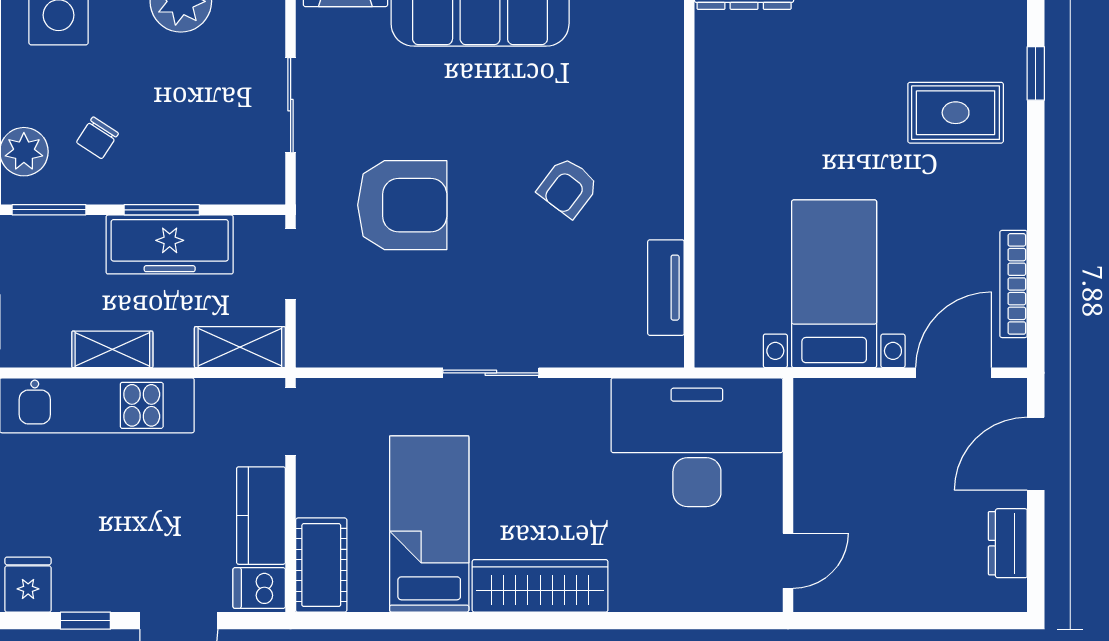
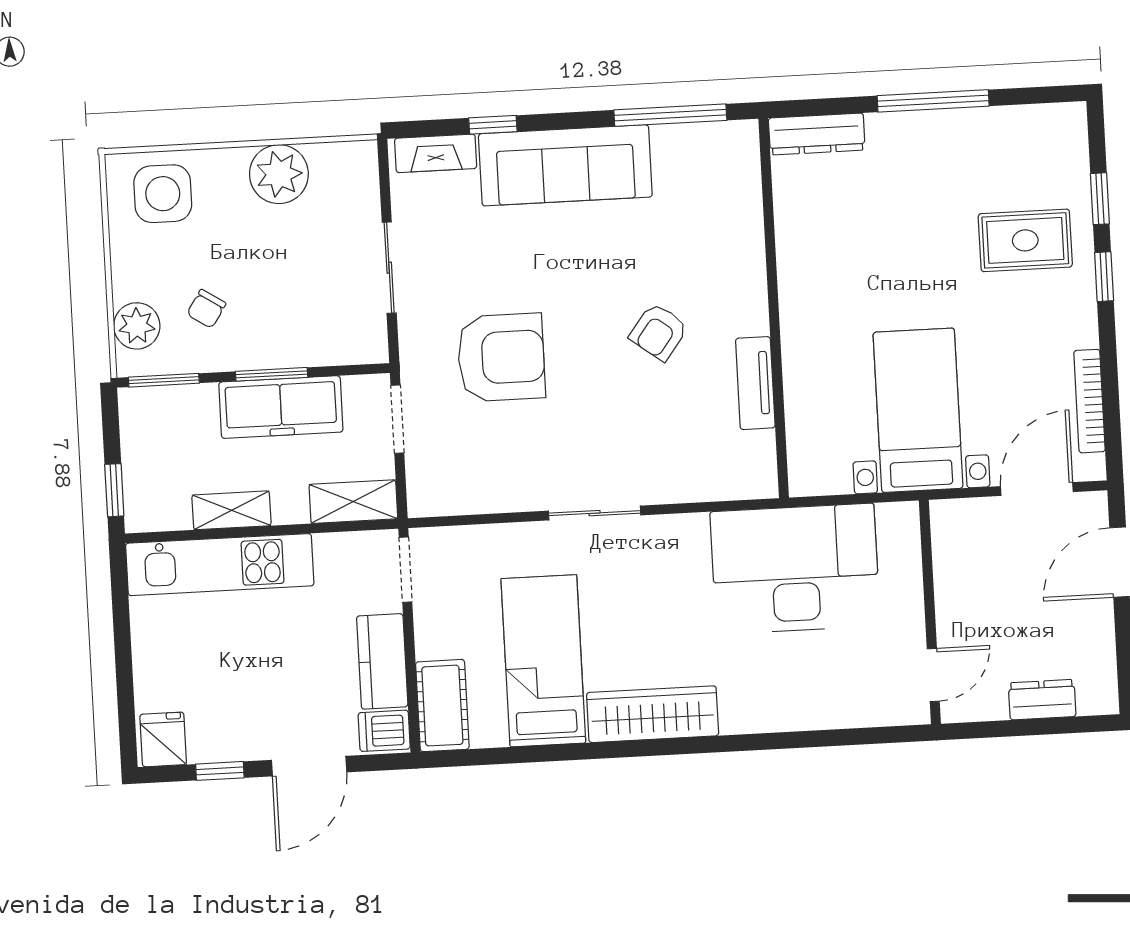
window: (1036, 155) -> (1104, 277), added
tv unit: (666, 288) -> (755, 383), moved
wall: (788, 495) -> (930, 612), moved
dresser: (1008, 543) -> (1042, 700), moved, turned 90
door: (788, 561) -> (933, 675), moved

